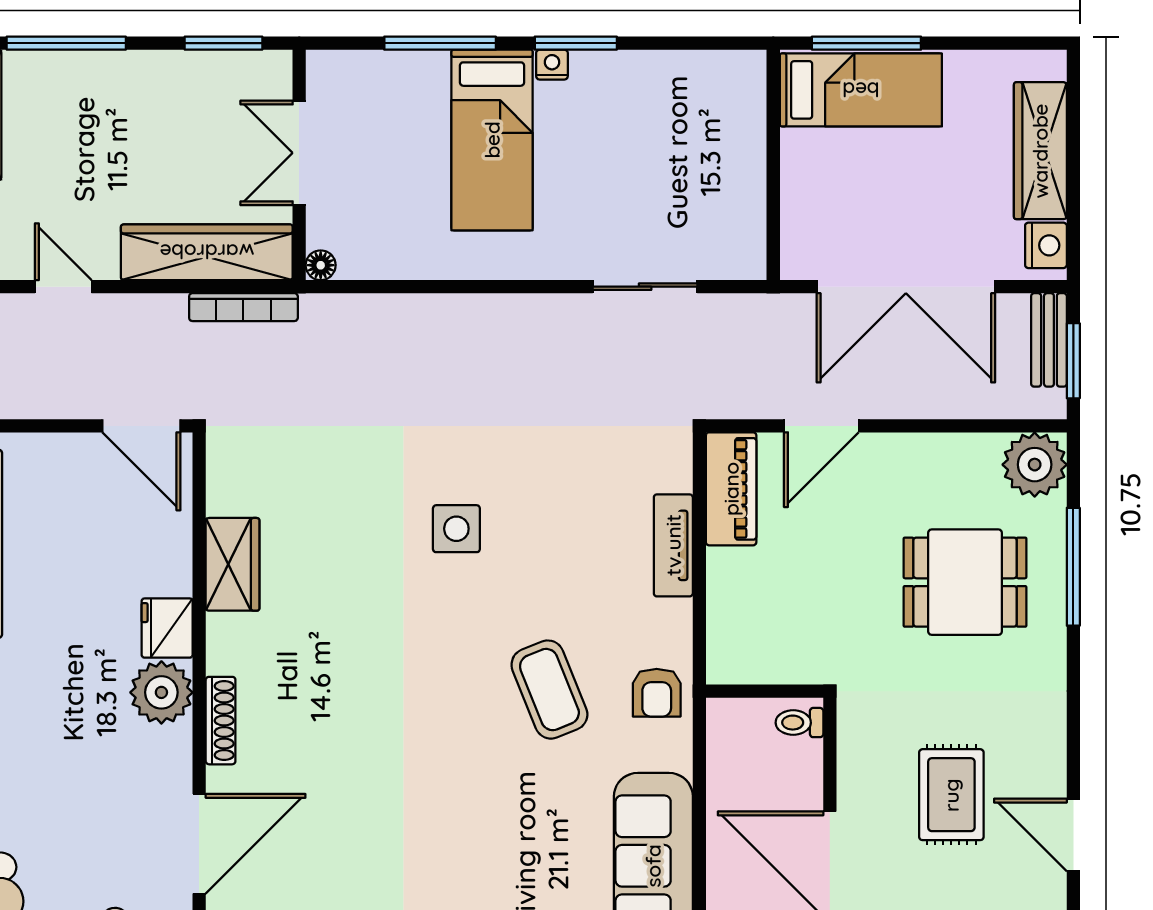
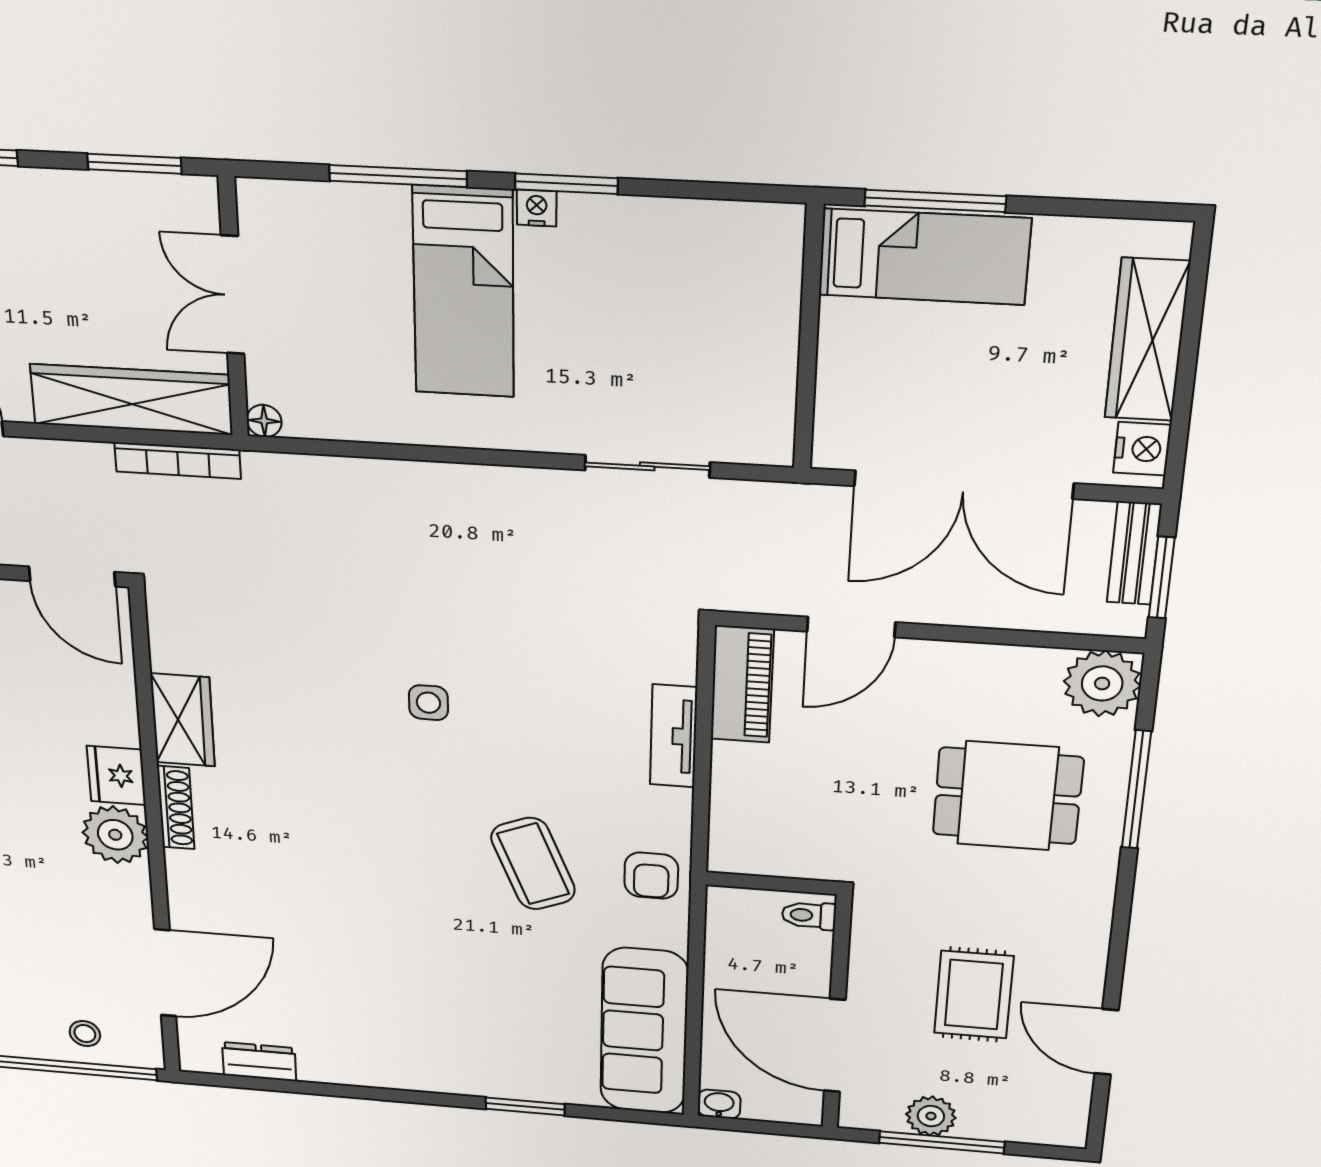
side table: (456, 529) -> (428, 703), width x0.73, depth x0.73
shoe rack: (221, 721) -> (176, 808), moved

